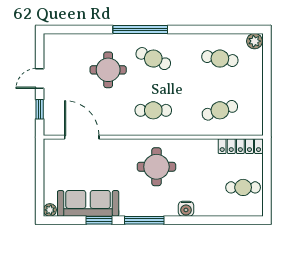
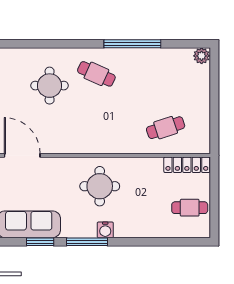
window: (140, 30) -> (132, 44), moved
cafe table: (220, 59) -> (166, 74), removed
cafe table: (153, 110) -> (96, 128), removed
water cooler: (186, 209) -> (105, 230), moved

